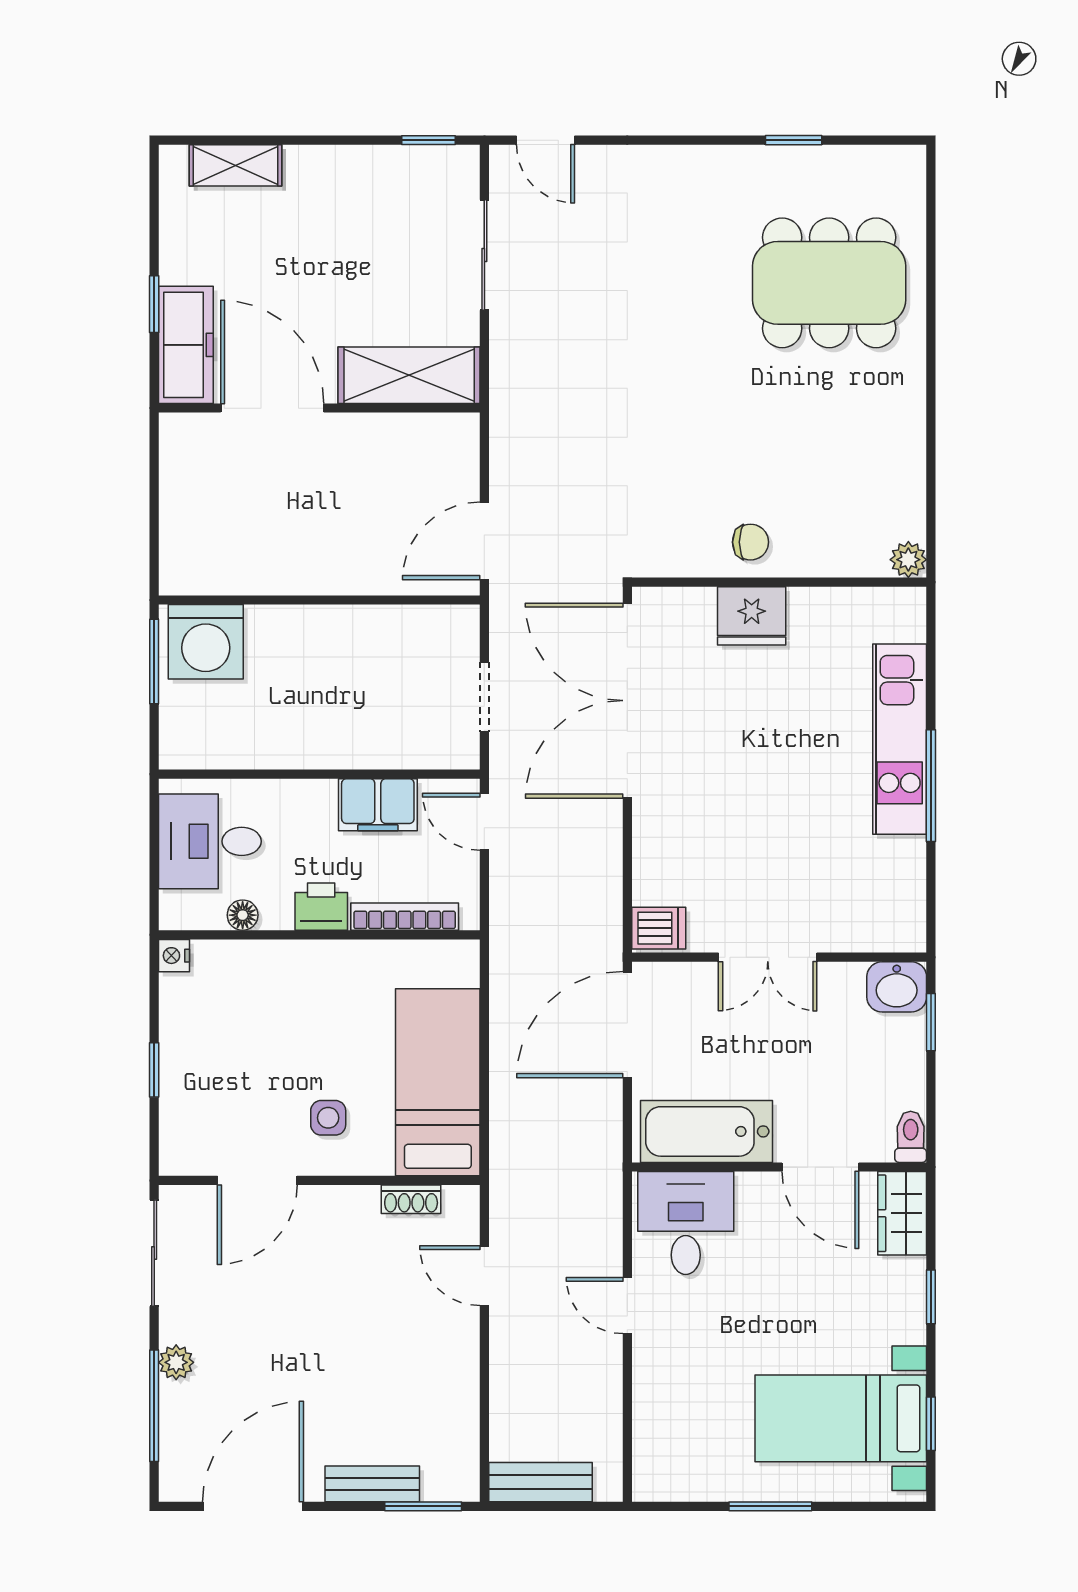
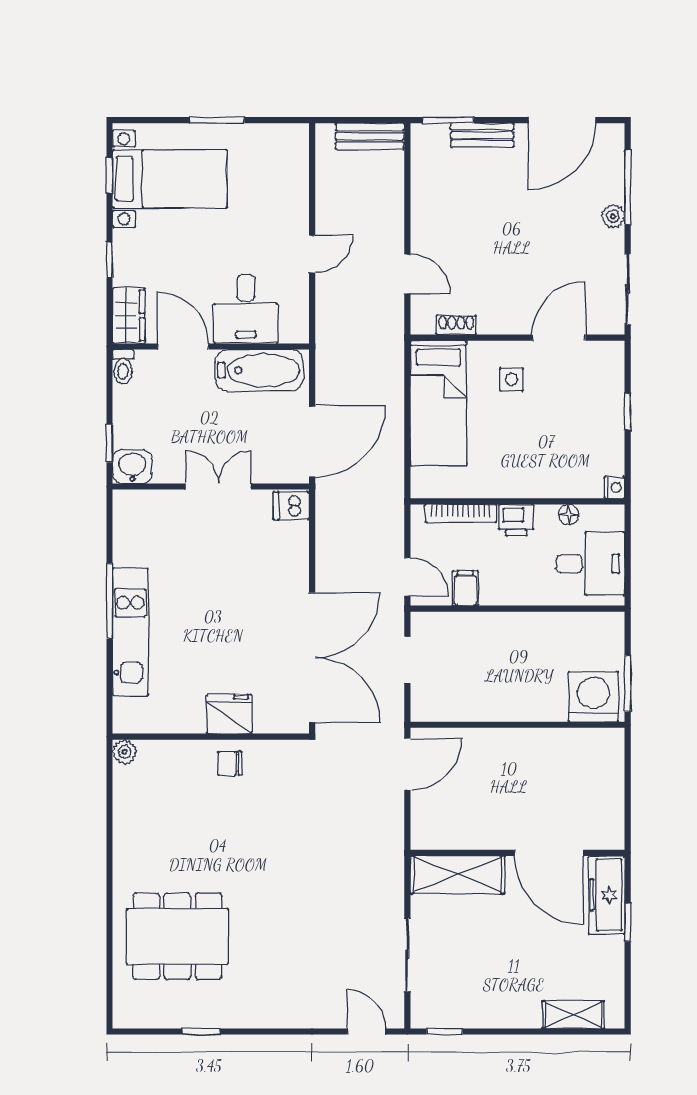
filing cabinet: (378, 805) -> (465, 588), width x0.50
desk: (686, 1223) -> (246, 309), moved
door: (627, 1306) -> (312, 254), hinge flipped

